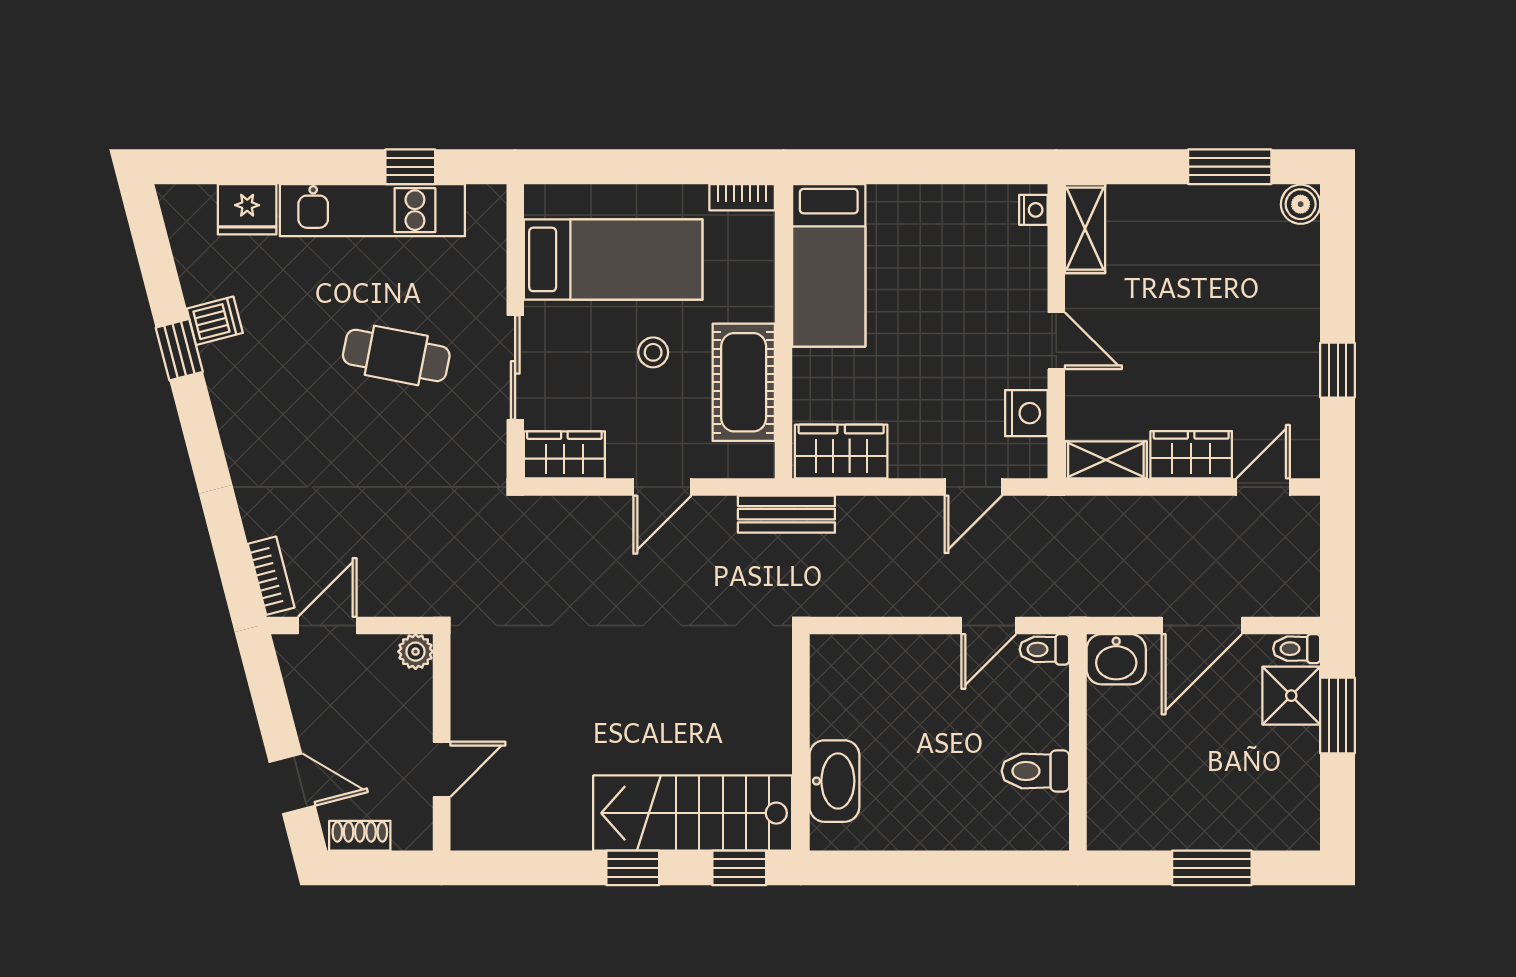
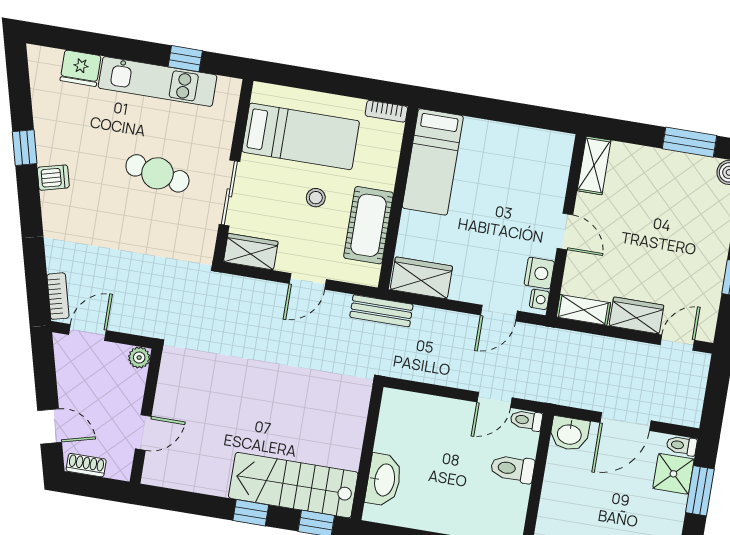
nightstand: (1033, 210) -> (539, 299), moved
dishwasher: (215, 321) -> (53, 178), moved
toilet: (1035, 771) -> (513, 469), moved

